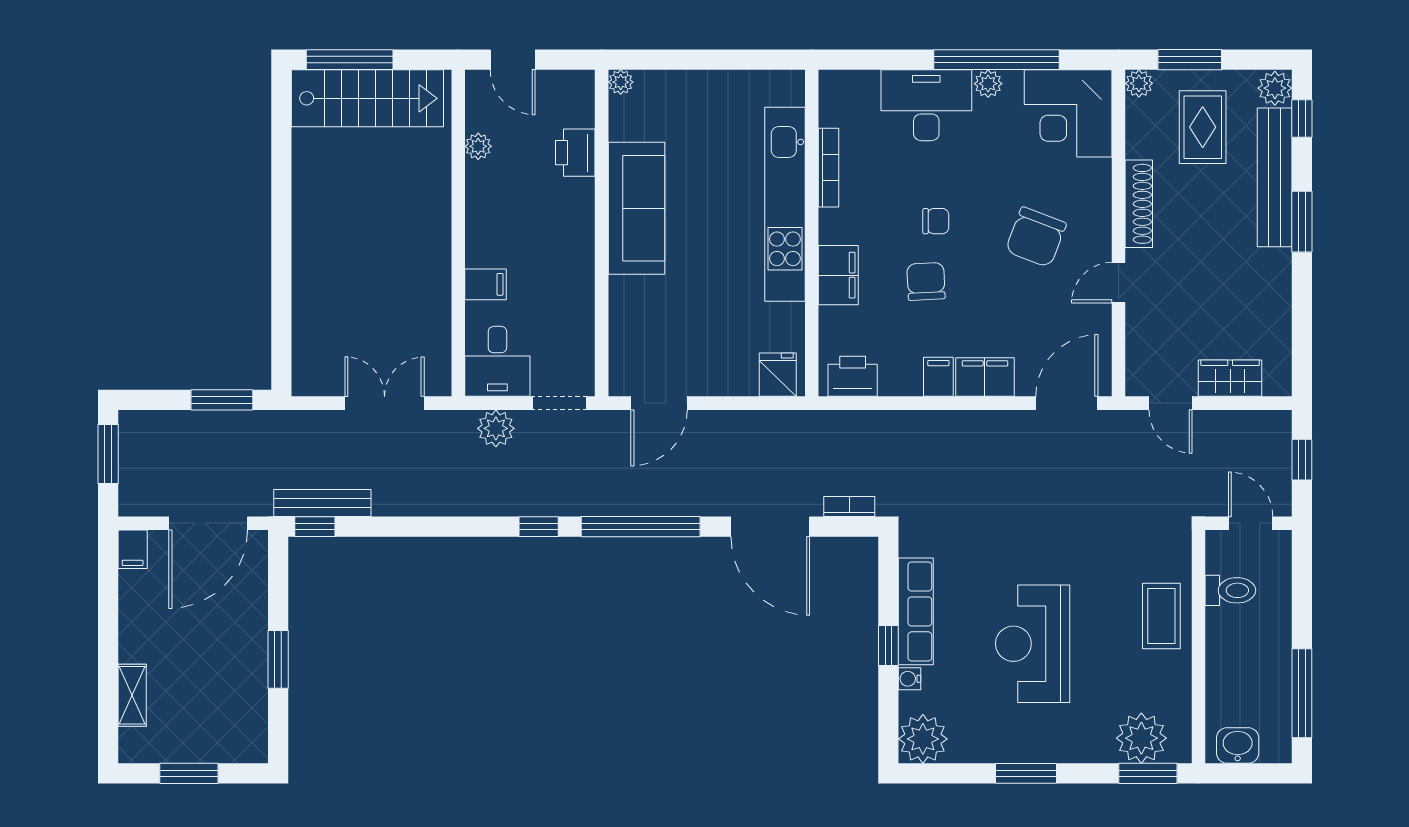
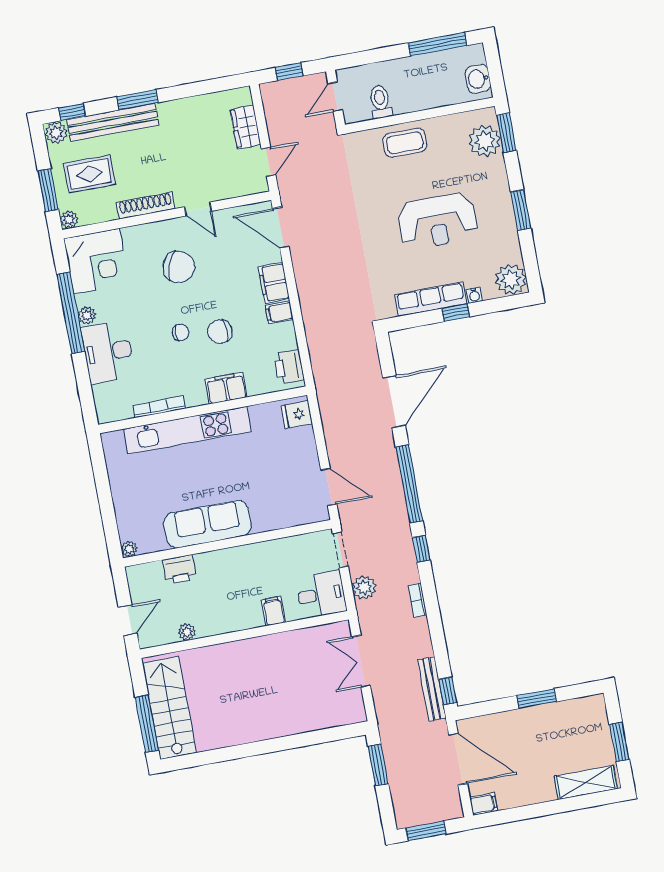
chair: (936, 221) -> (180, 332), turned 90
bookcase: (849, 506) -> (418, 600), moved
shelving: (132, 695) -> (586, 782), width x1.50, depth x1.33

